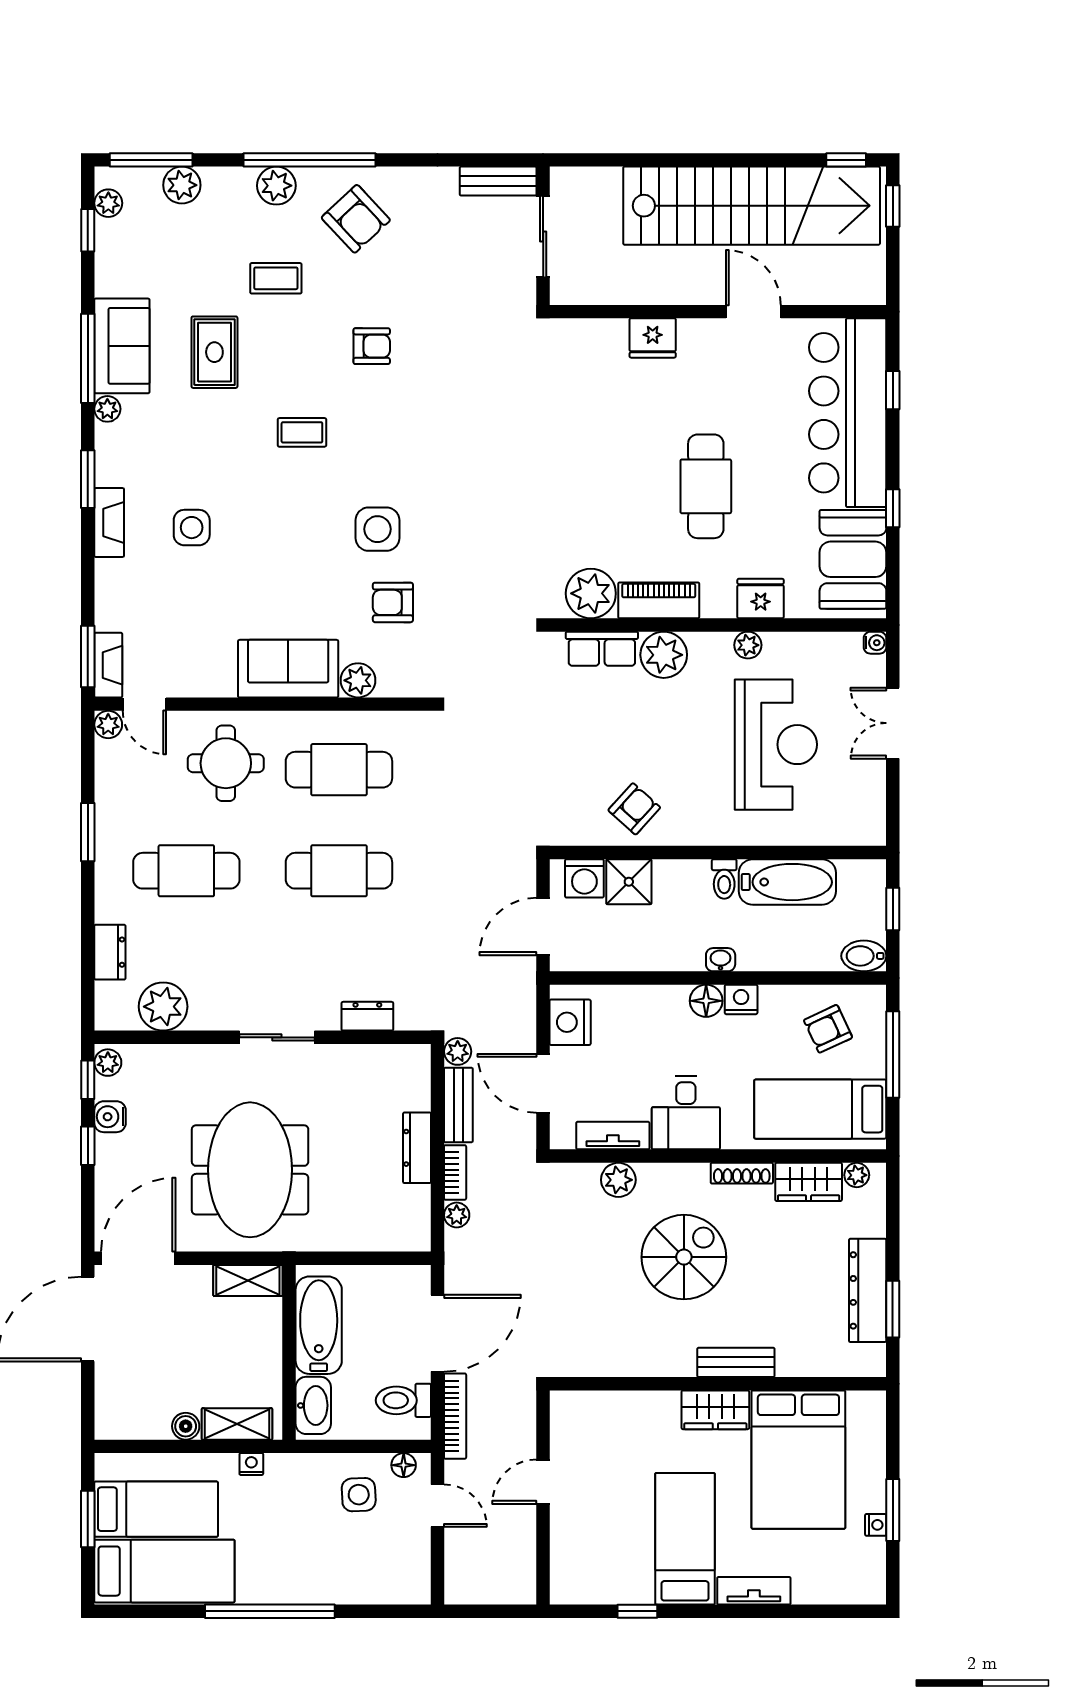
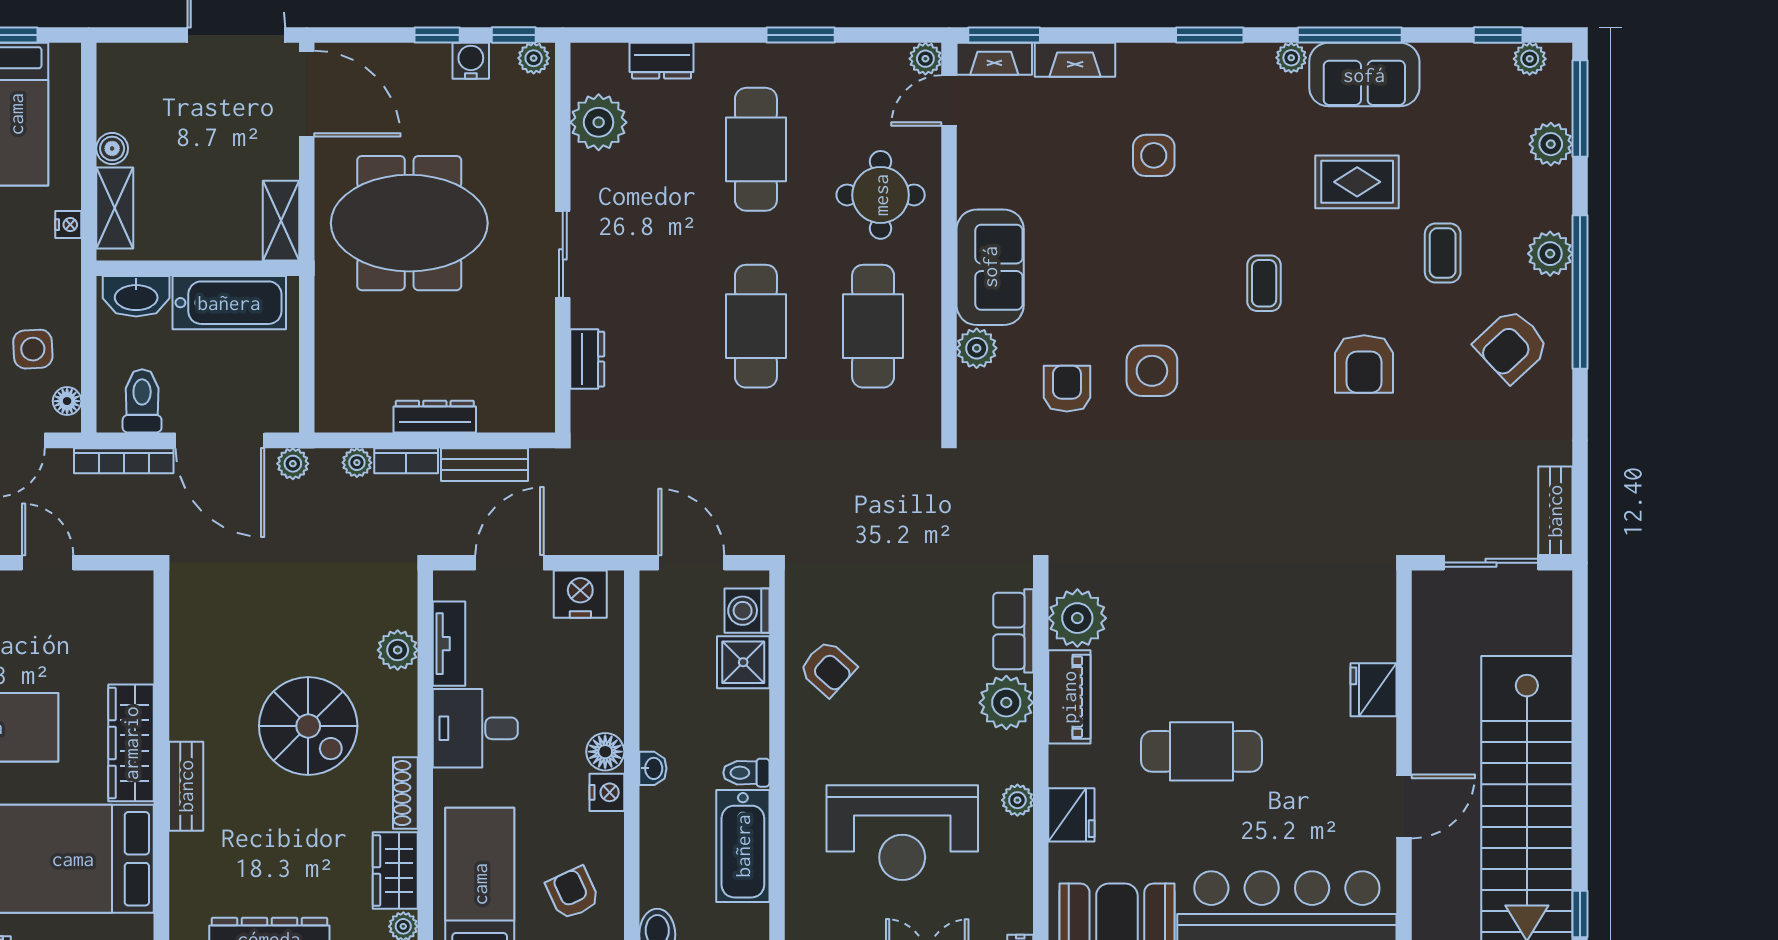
armchair: (372, 346) -> (1364, 364), width x1.38, depth x1.38
fireplace: (109, 522) -> (1075, 60), moved
plant: (458, 1051) -> (293, 464), moved
wardrobe: (715, 1410) -> (131, 743), width x1.50

